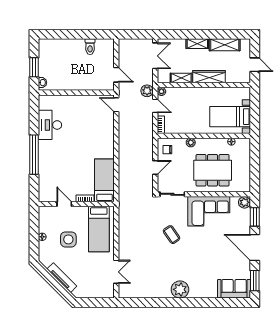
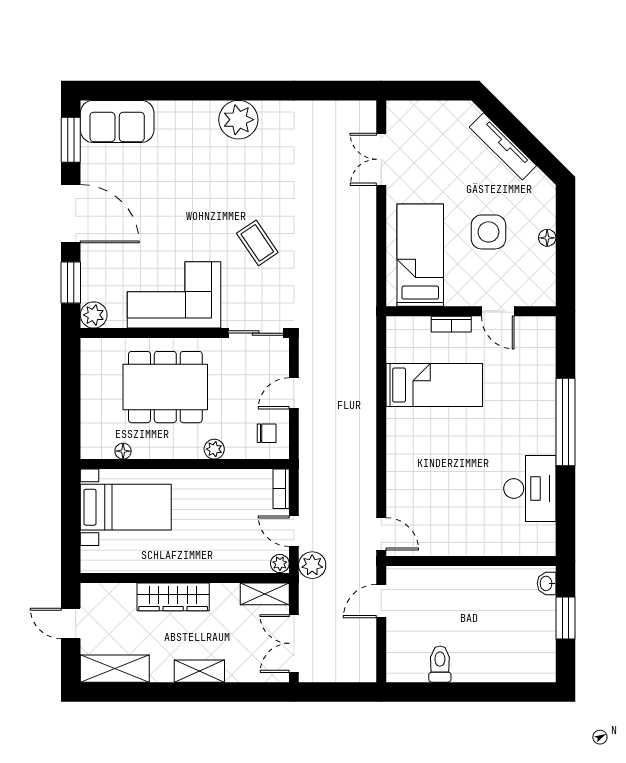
shelving: (225, 45) -> (115, 669), moved
door: (116, 75) -> (381, 601), hinge flipped
shelving: (181, 78) -> (265, 594), moved
bed: (104, 180) -> (434, 385), moved, turned -90

